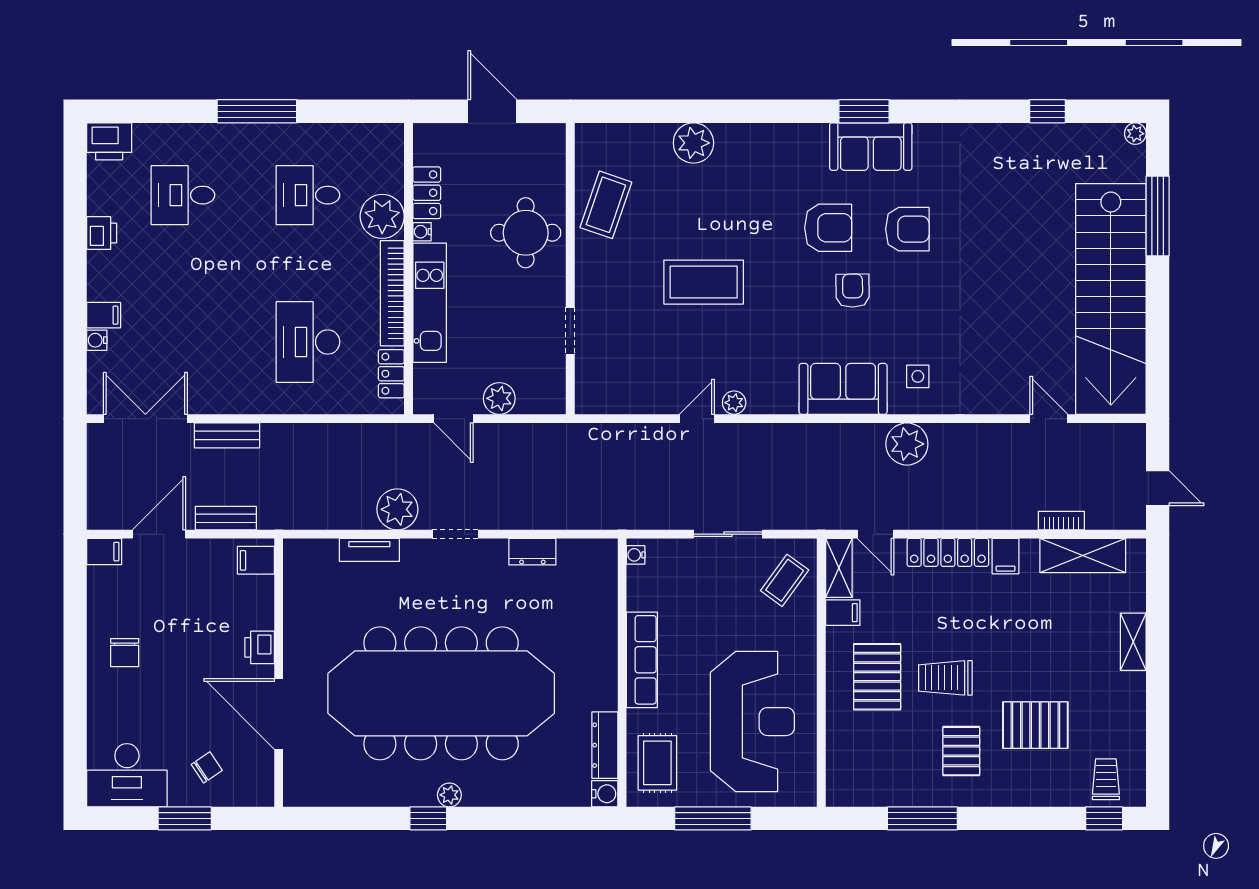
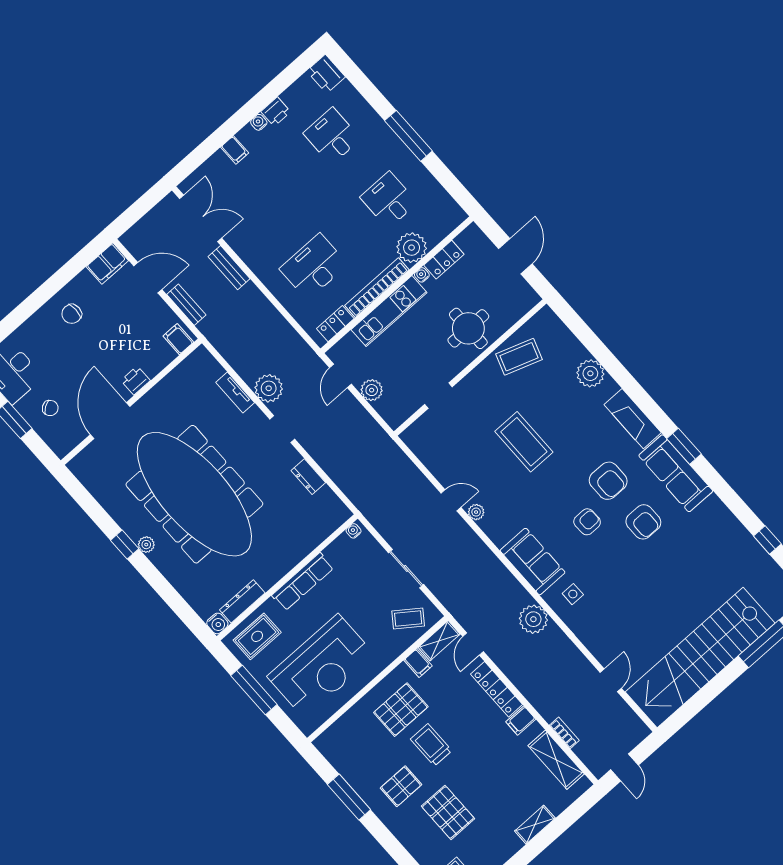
fireplace: (784, 141) -> (633, 419), added
sofa: (871, 147) -> (676, 473), width x1.36
water cooler: (97, 340) -> (259, 122), moved
filing cabinet: (104, 552) -> (107, 264), width x2.00

